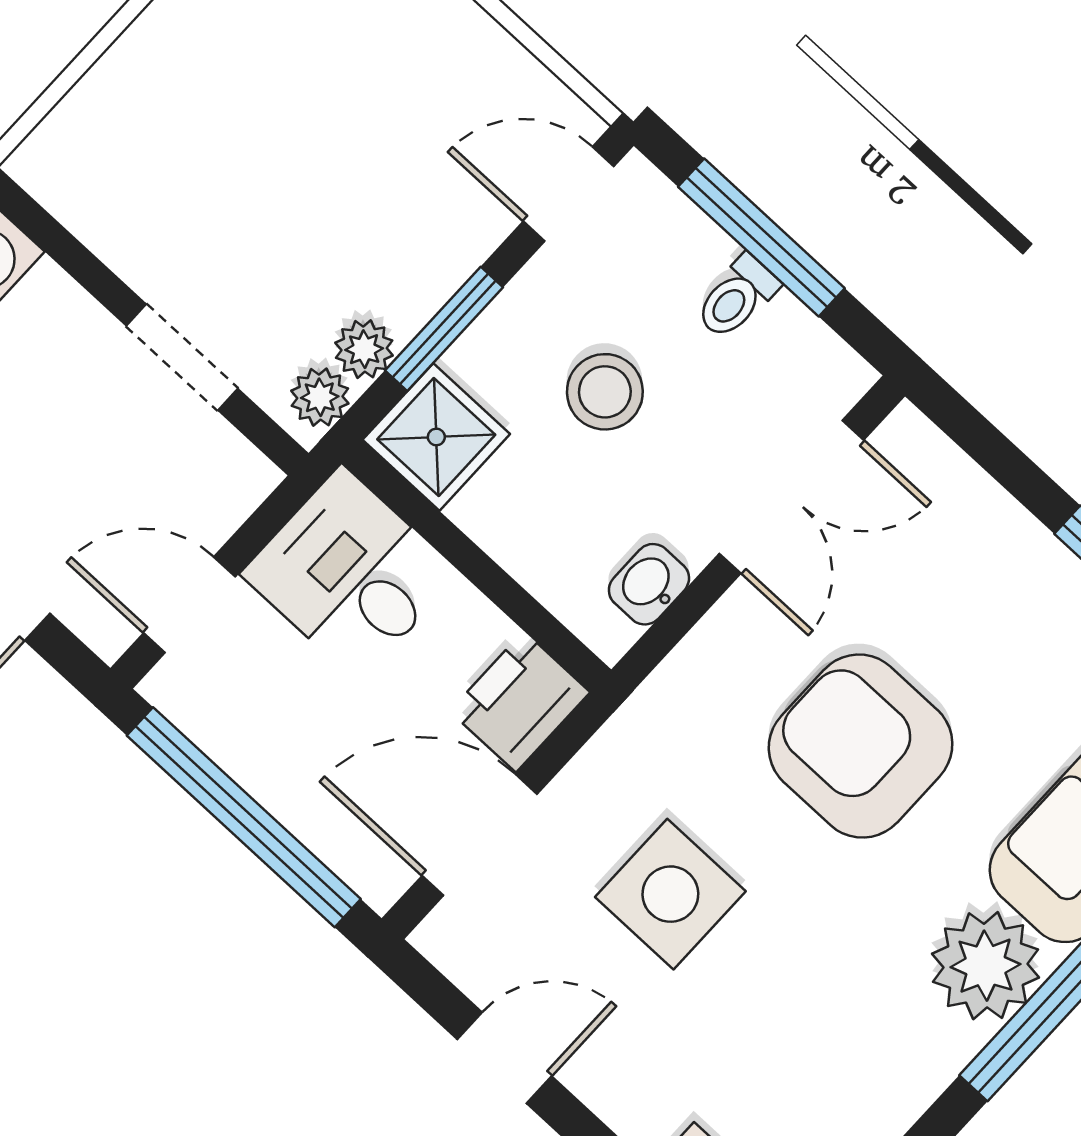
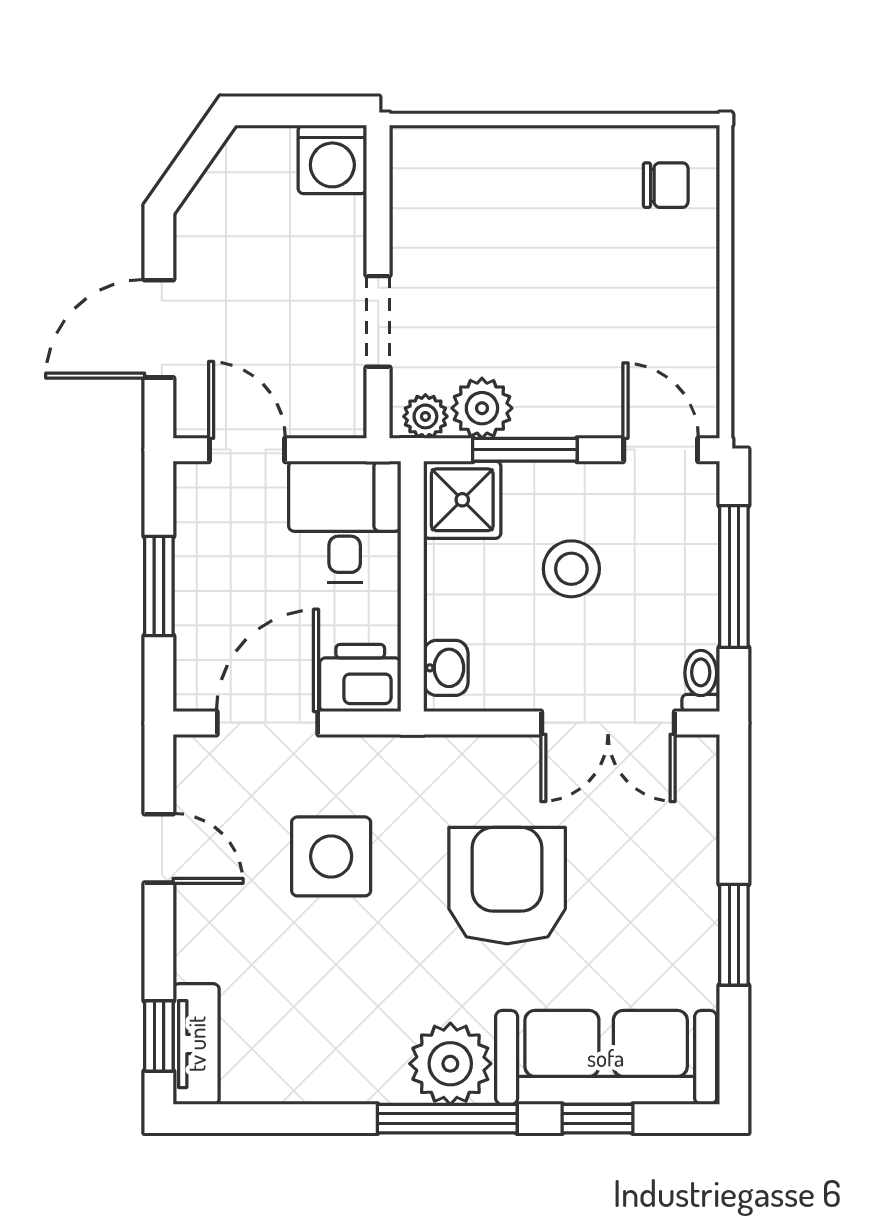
toilet: (737, 297) -> (701, 681), moved, turned 90
plant: (364, 349) -> (482, 408), width x1.38, depth x1.38
washbasin: (649, 584) -> (446, 668), moved, turned 90
window: (244, 817) -> (159, 586), width x0.47
door: (479, 835) -> (267, 723), hinge flipped

